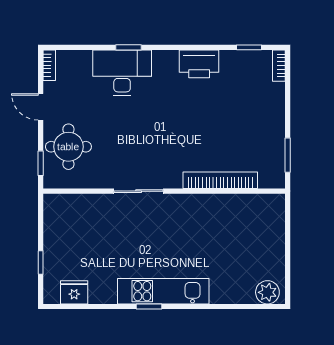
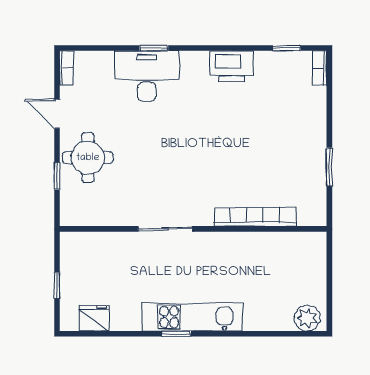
bookcase: (220, 180) -> (255, 217), moved
sliding door: (139, 191) -> (165, 229), moved
wall: (164, 191) -> (193, 229), moved

